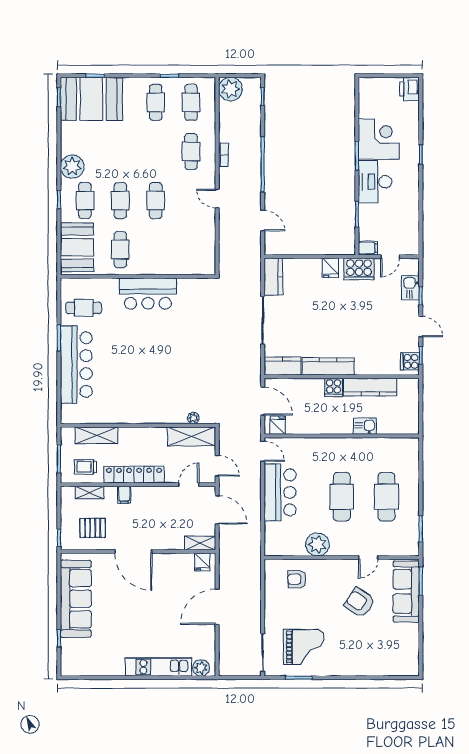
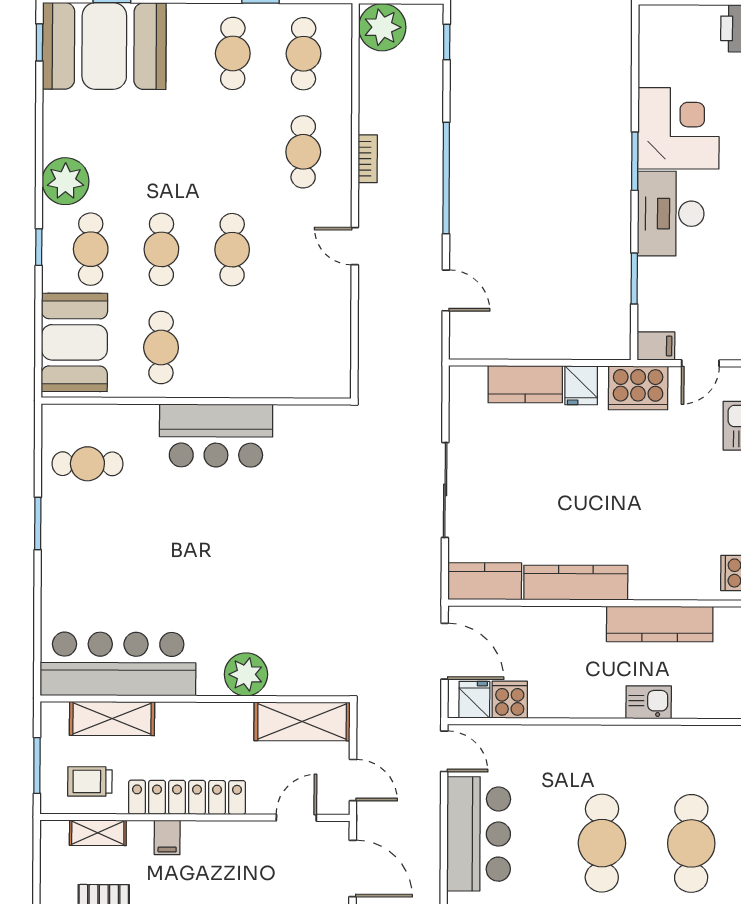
kitchen counter: (273, 277) -> (525, 384), moved, turned 90
bar counter: (76, 365) -> (118, 664), moved, turned -90
cooker: (334, 387) -> (510, 700), moved, turned 180
plant: (193, 418) -> (246, 674), moved, width x1.88, depth x1.88

